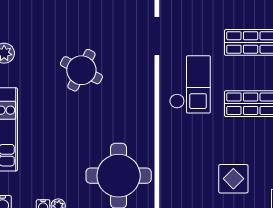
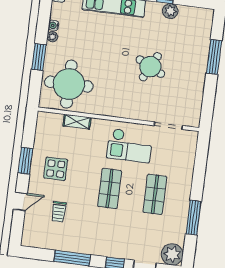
shelving: (167, 158) -> (77, 122), added

